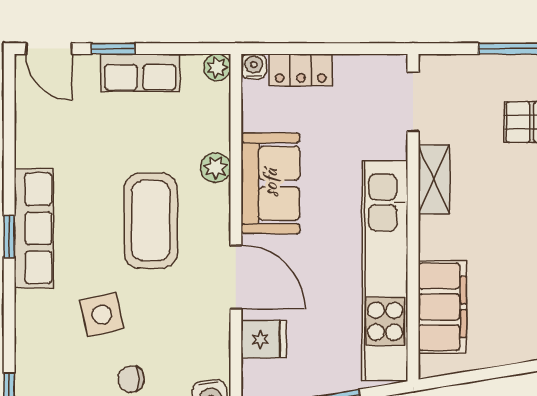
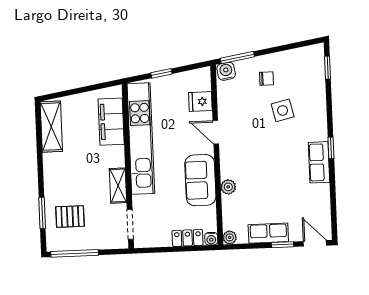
coffee table: (151, 221) -> (260, 159), removed
row of seats: (34, 228) -> (319, 162), width x0.68
door: (236, 277) -> (216, 132), width x0.73

